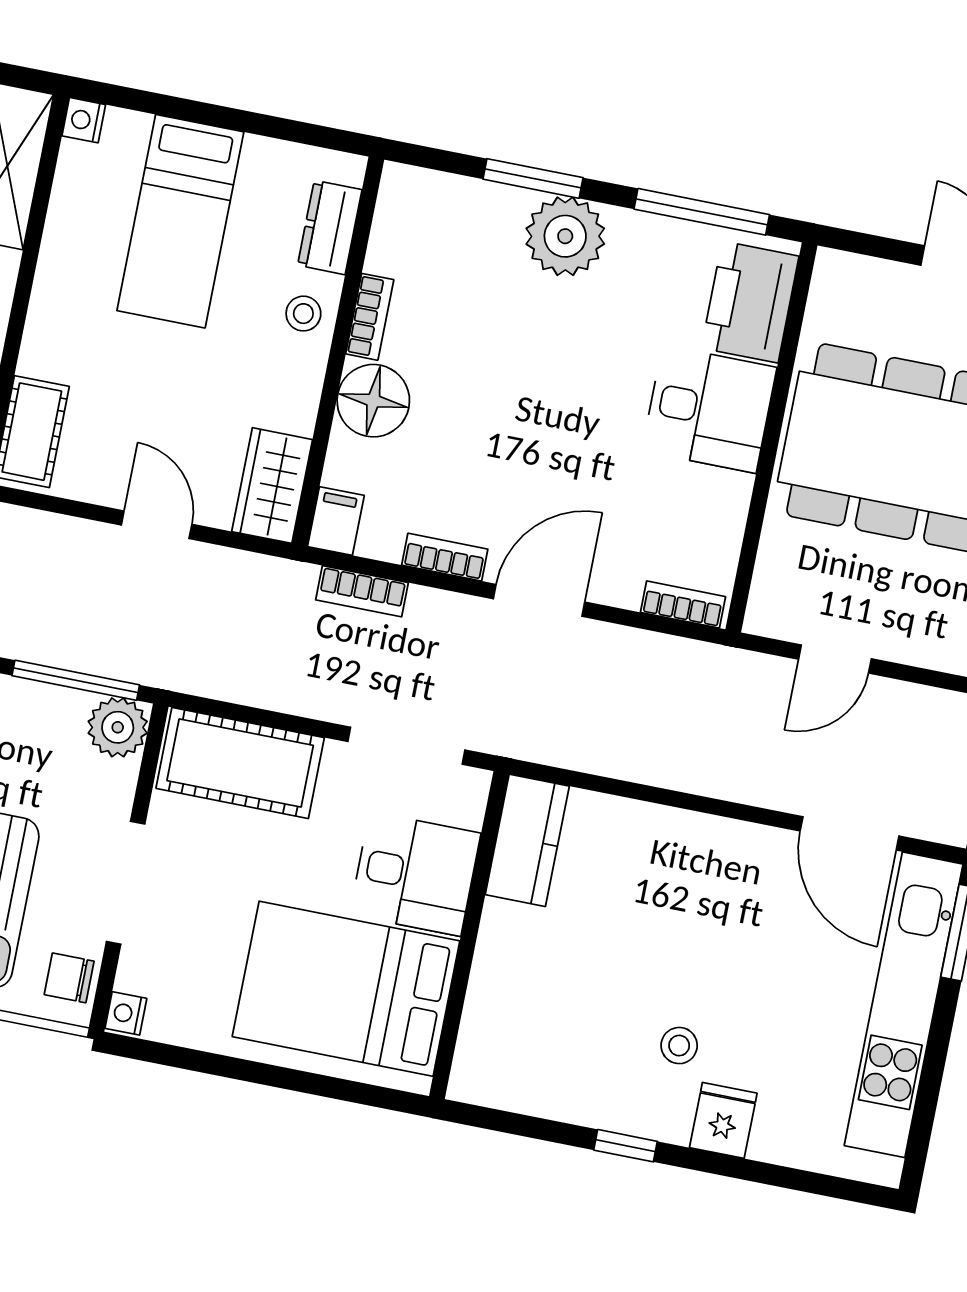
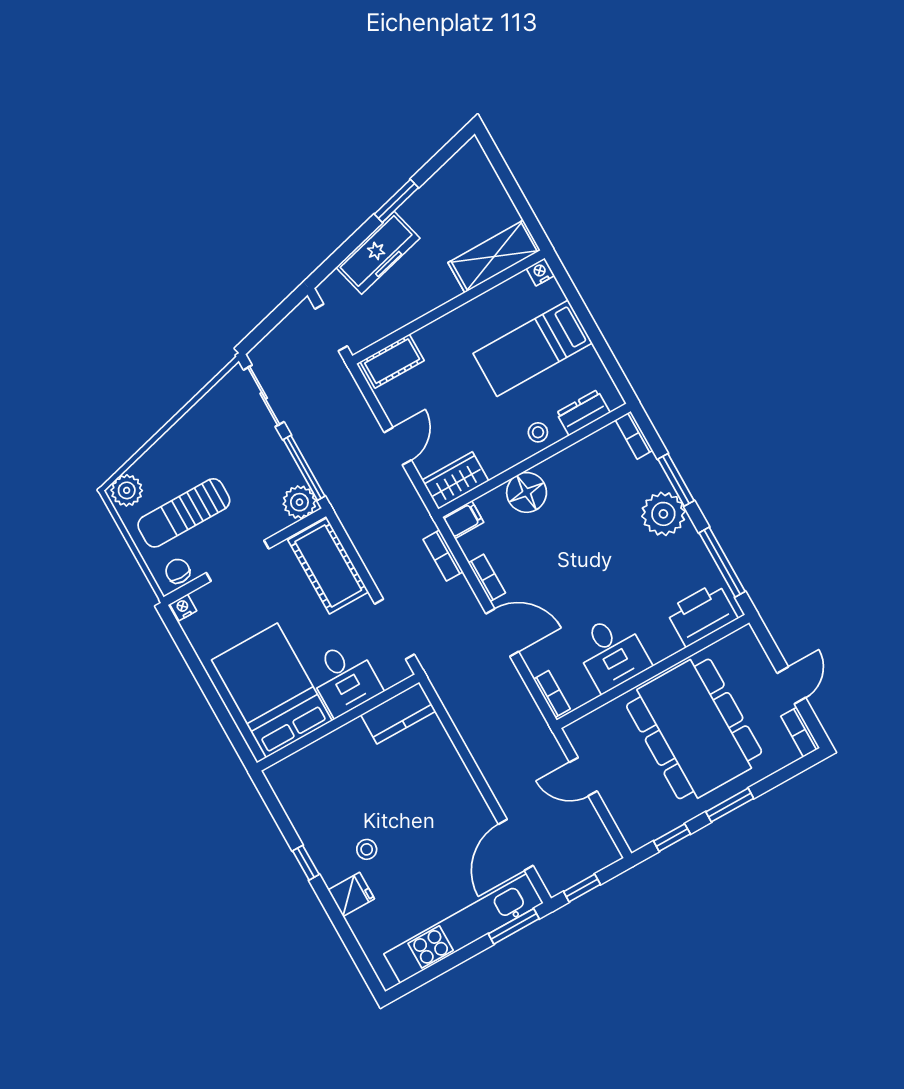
bookcase: (370, 317) -> (634, 435), moved, turned 90
desk: (709, 409) -> (612, 653), moved

